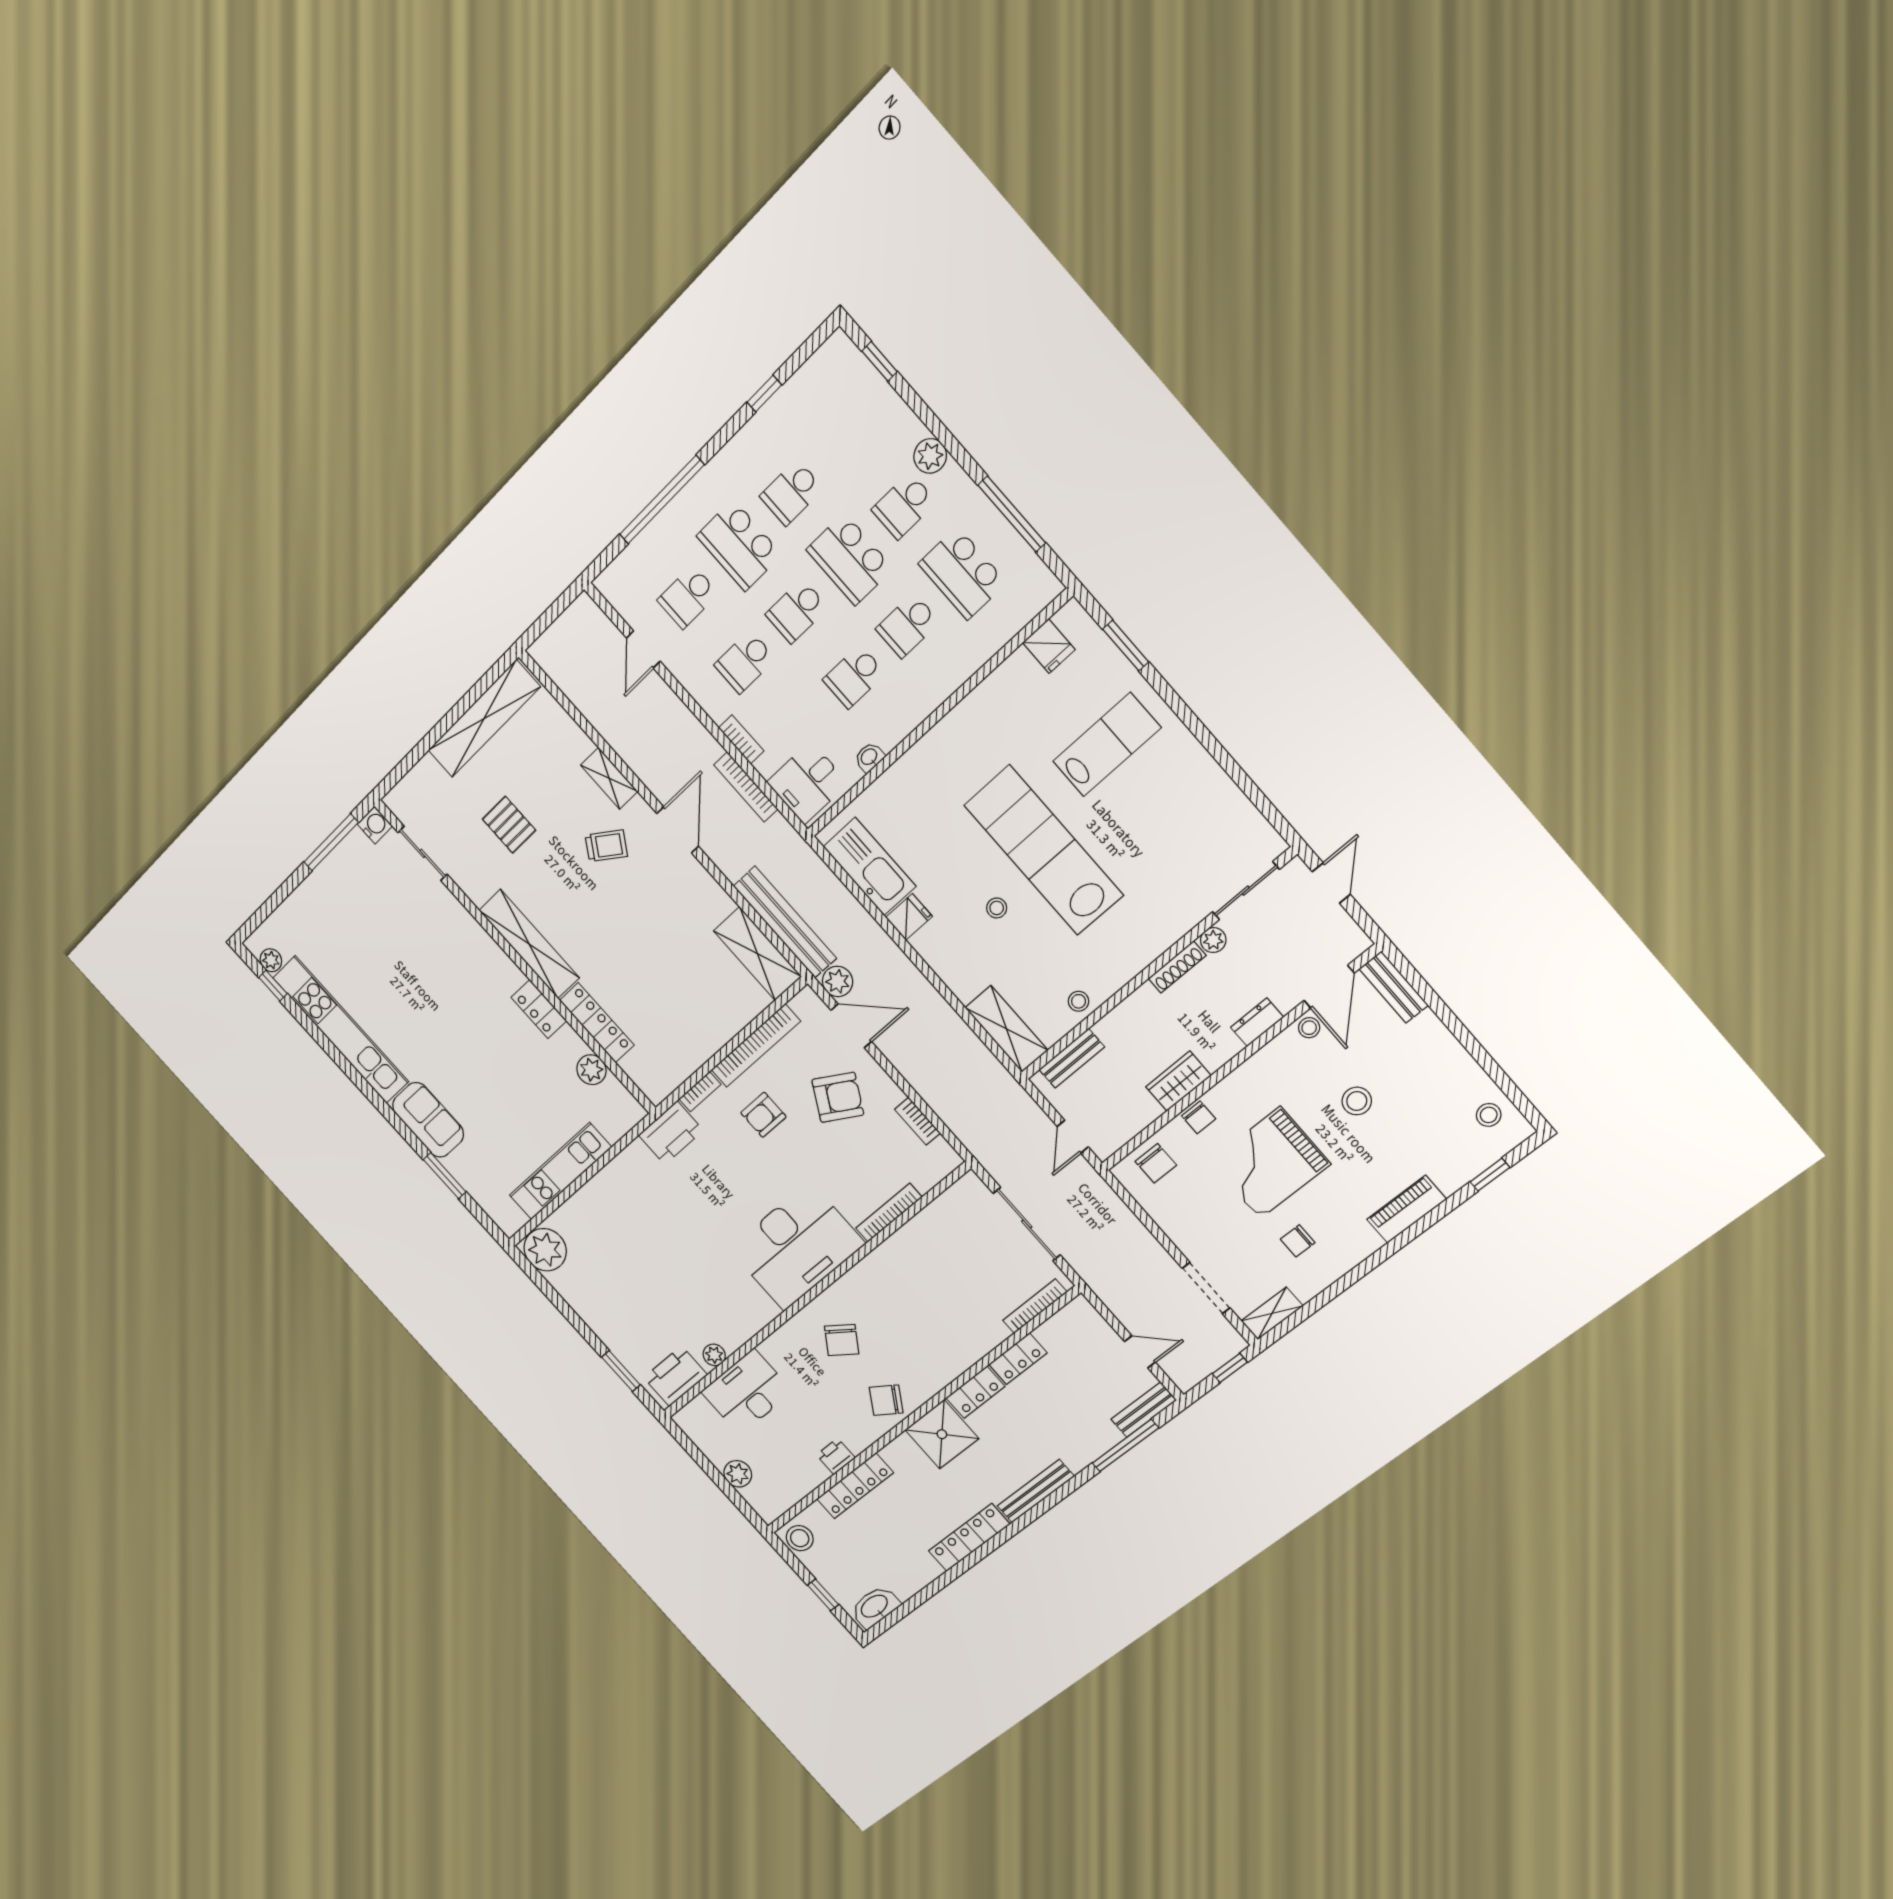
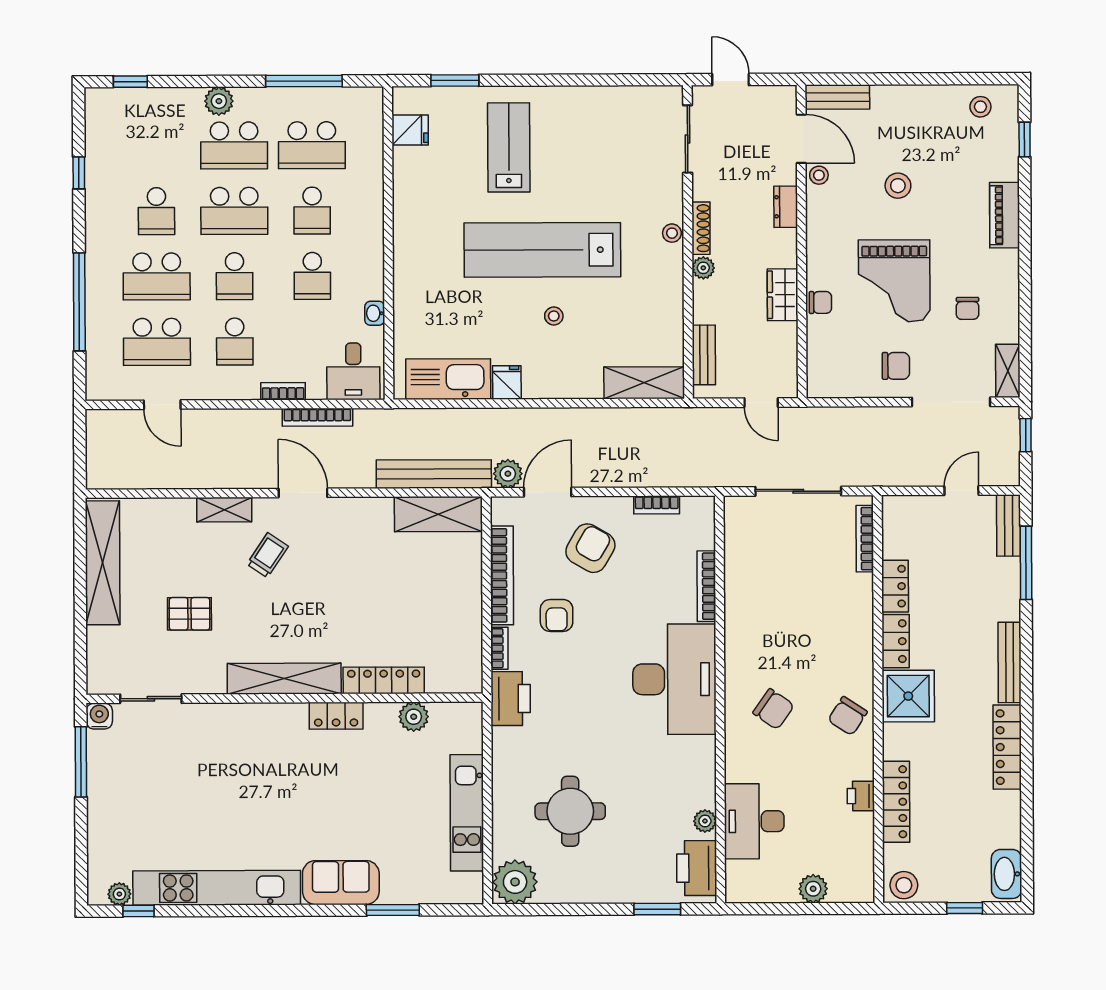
school desk: (904, 506) -> (234, 145), width x1.85
school desk: (688, 597) -> (157, 342), width x1.85
plant: (1213, 940) -> (703, 268), moved
stool: (1079, 1001) -> (672, 233), moved
chair: (1156, 1163) -> (896, 366), moved
round table: (631, 1248) -> (570, 811), added
doorway: (1206, 1288) -> (951, 402), width x1.36

